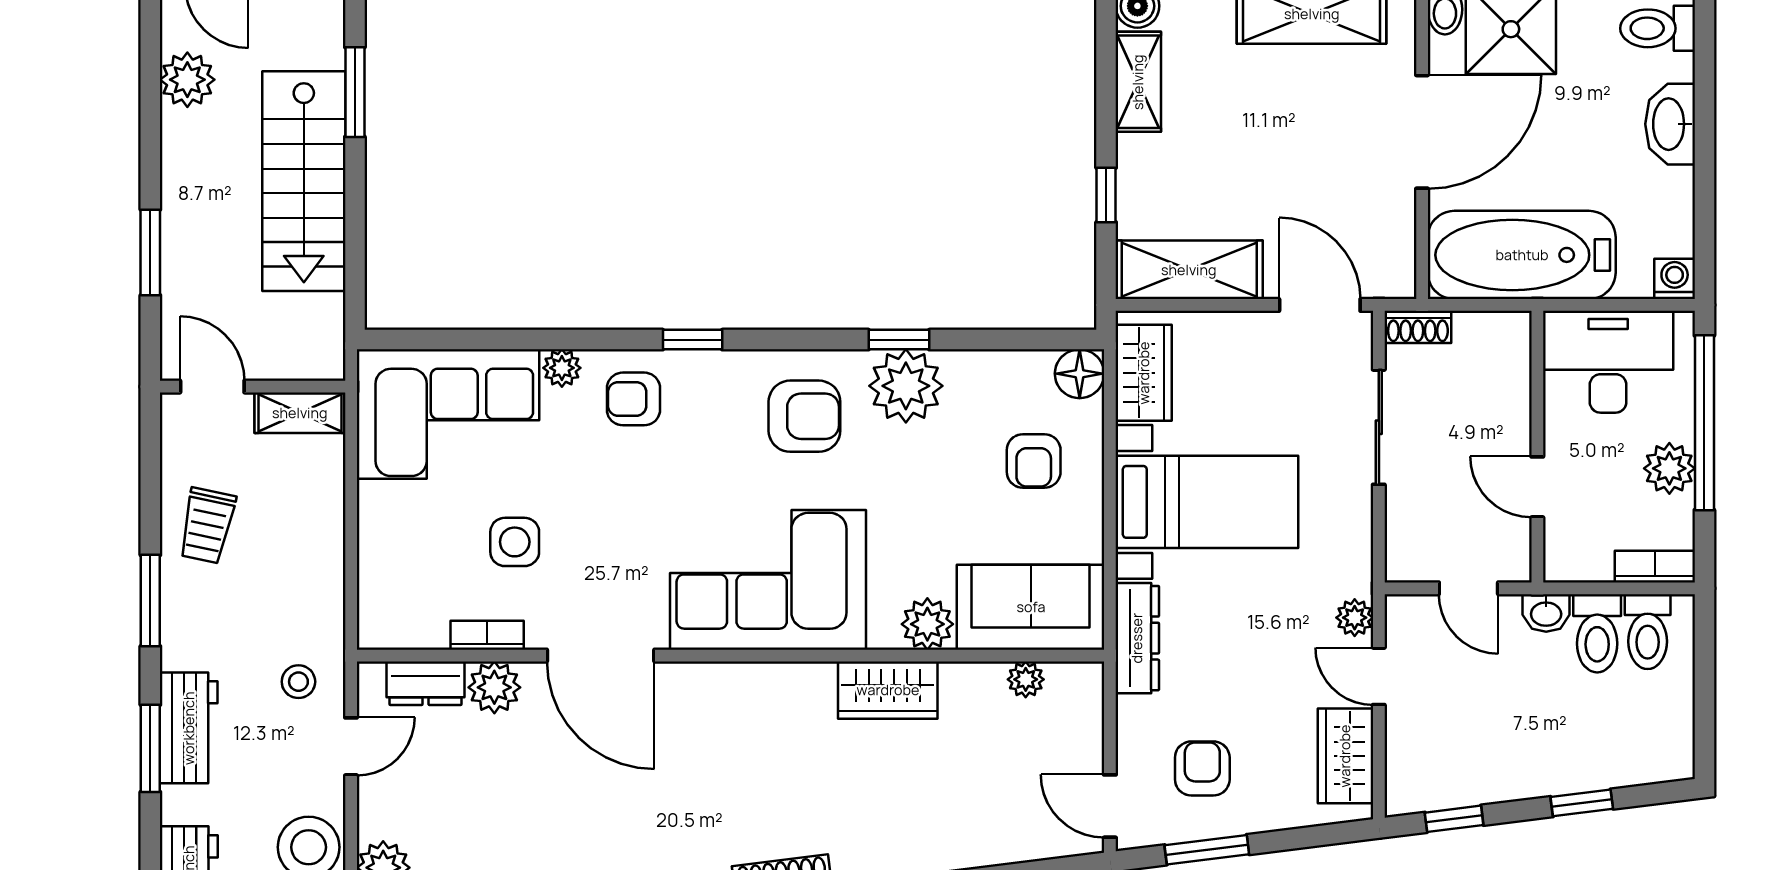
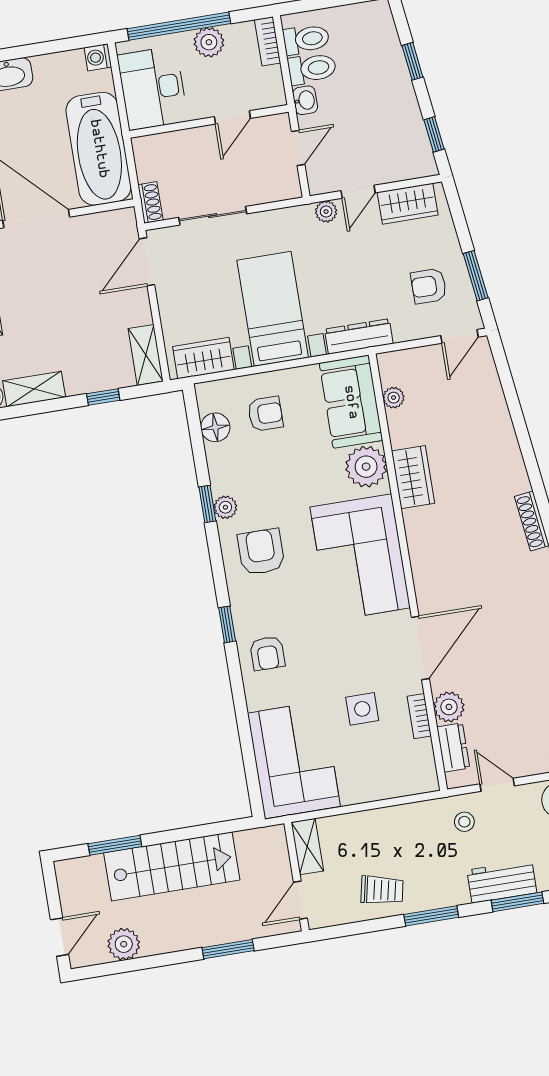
shelving: (1189, 270) -> (146, 355), width x0.67, depth x0.75
plant: (562, 368) -> (256, 698), removed
floor lamp: (1080, 374) -> (215, 427), moved
plant: (906, 386) -> (225, 507), width x0.53, depth x0.53
plant: (927, 624) -> (366, 467), width x1.36, depth x1.36

